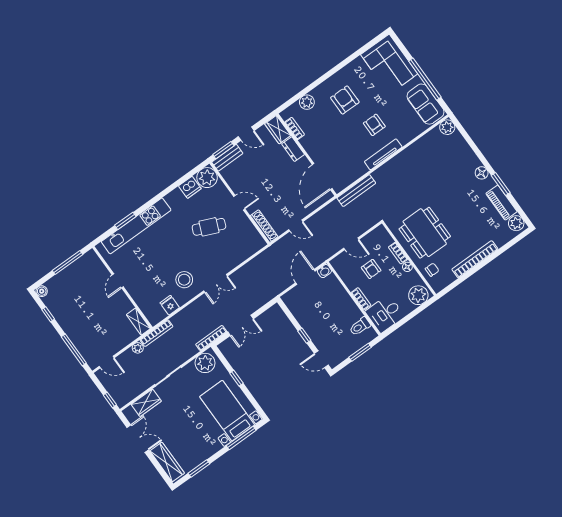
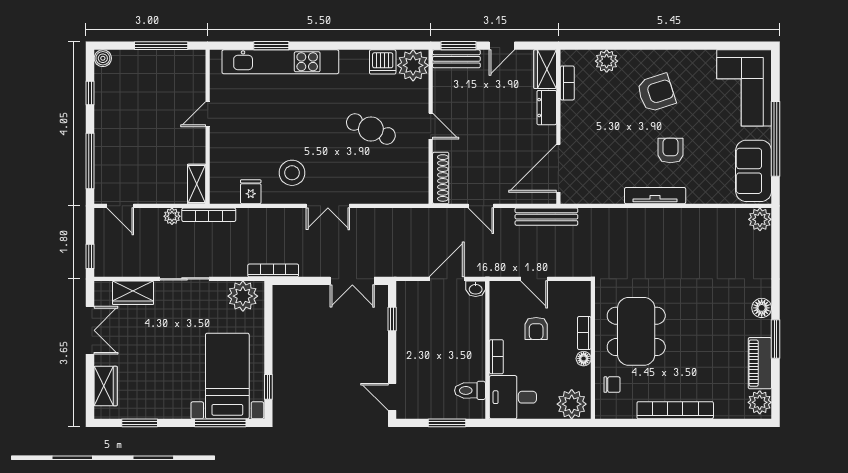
armchair: (345, 100) -> (656, 93), turned 72
door: (246, 134) -> (502, 46), hinge flipped
bench: (356, 191) -> (546, 217), moved
double door: (241, 325) -> (352, 281), moved
window: (304, 336) -> (392, 319), moved
window: (236, 378) -> (268, 387), moved
wardrobe: (167, 462) -> (106, 386), width x0.67

